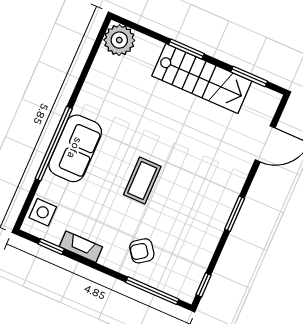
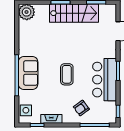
bar counter: (204, 219) -> (105, 80), added

